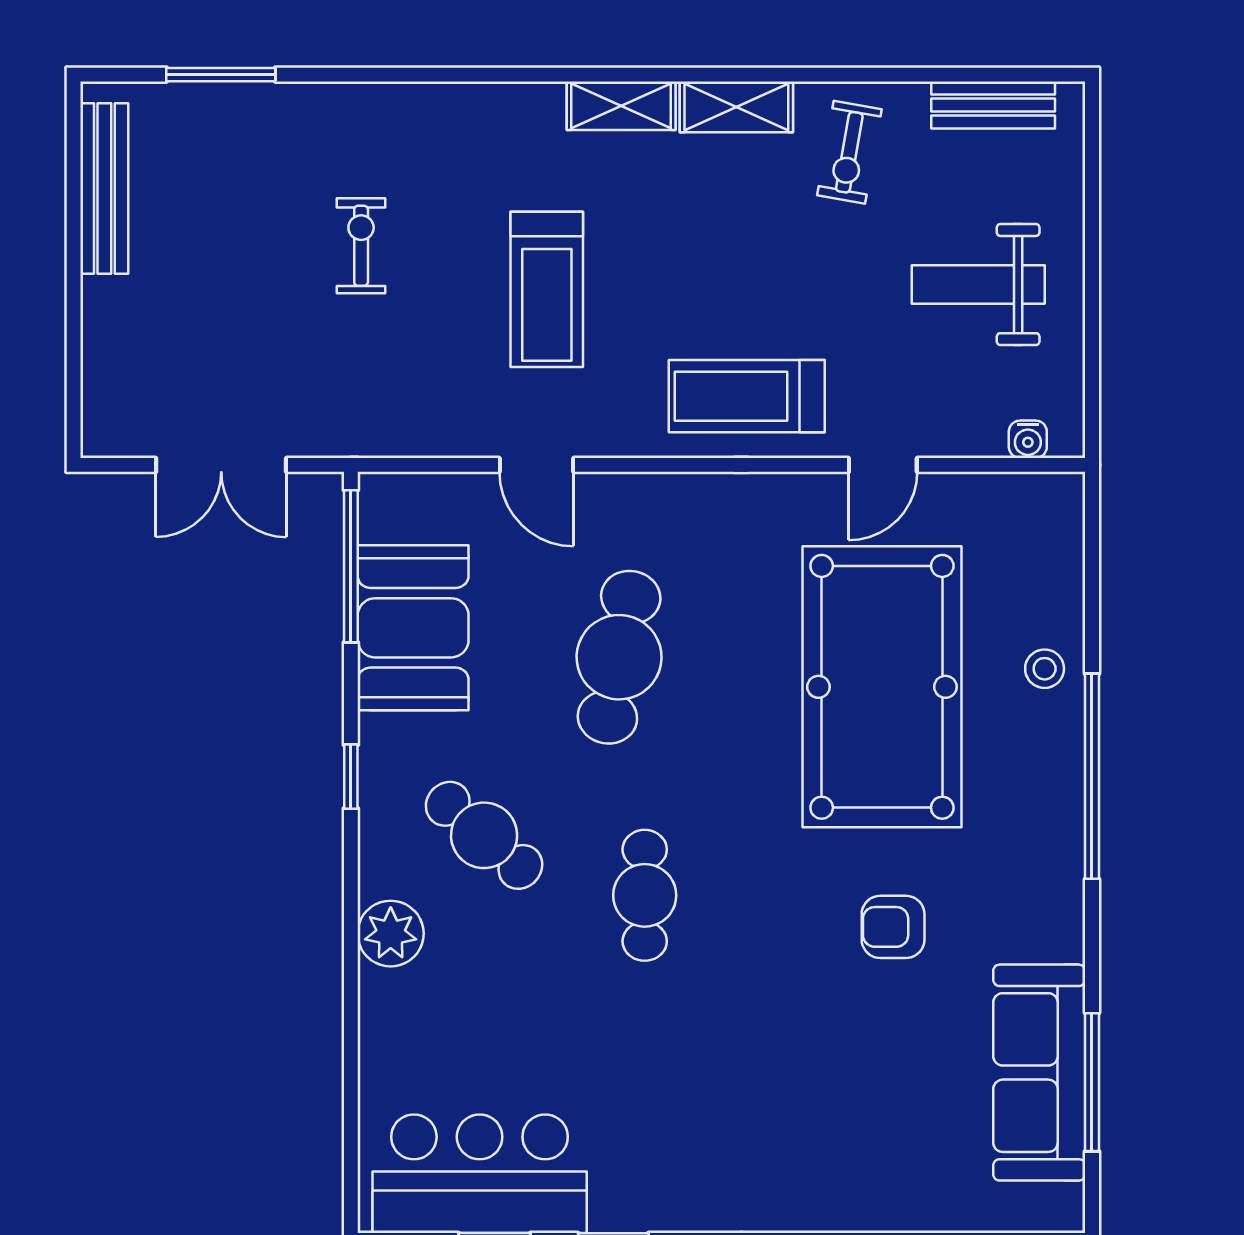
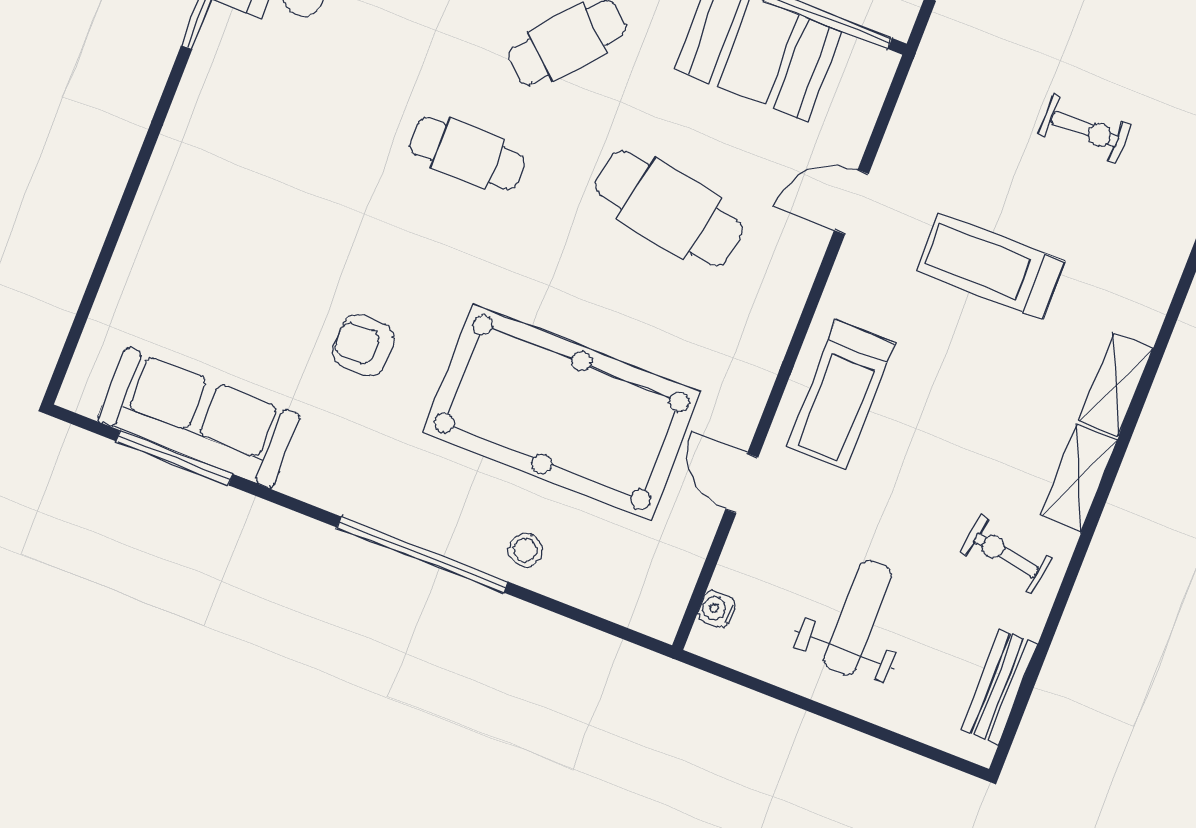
treadmill: (747, 396) -> (841, 395), turned 180
armchair: (893, 927) -> (363, 345), turned -90

